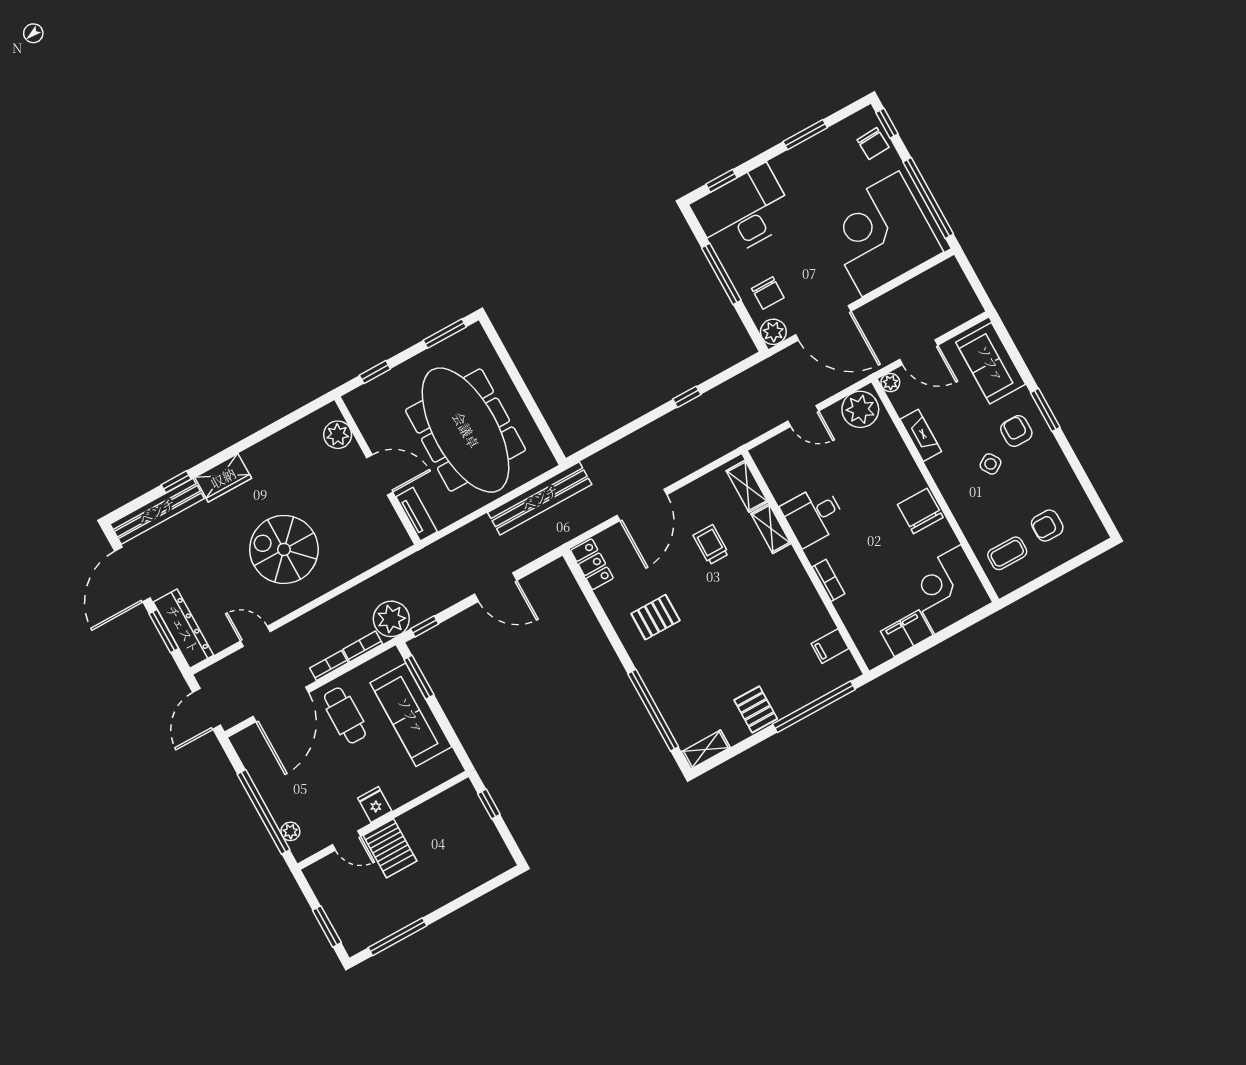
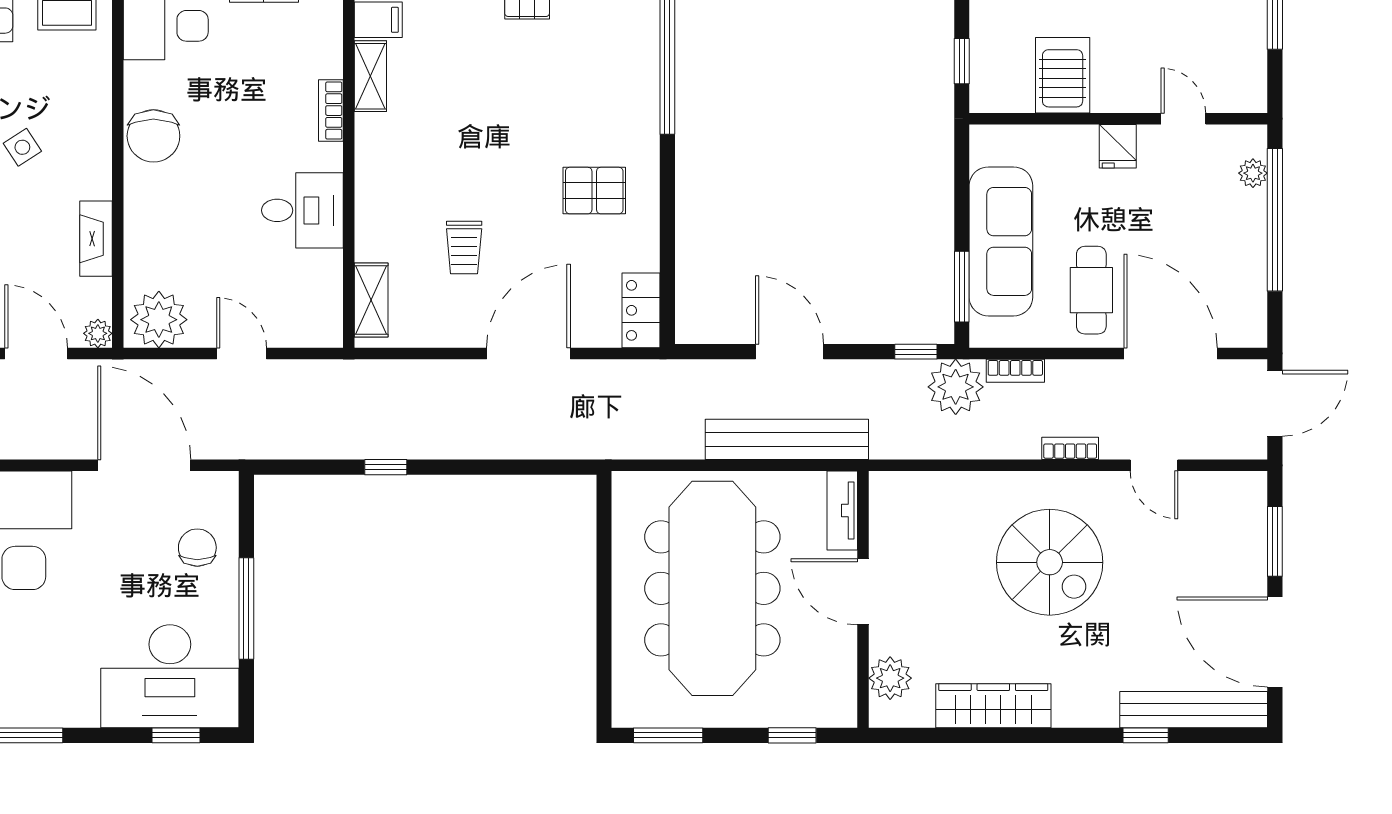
plant: (773, 332) -> (219, 491), removed
wardrobe: (223, 478) -> (993, 706), moved, width x1.50
bench: (540, 498) -> (787, 439), moved
shelving: (771, 529) -> (370, 76), moved
door: (133, 575) -> (1275, 642), swing flipped
dresser: (183, 629) -> (1246, 530), removed
bookcase: (329, 665) -> (1070, 448), moved, turned 180
door: (281, 704) -> (1171, 353), hinge flipped
server rack: (390, 848) -> (1063, 75), moved

